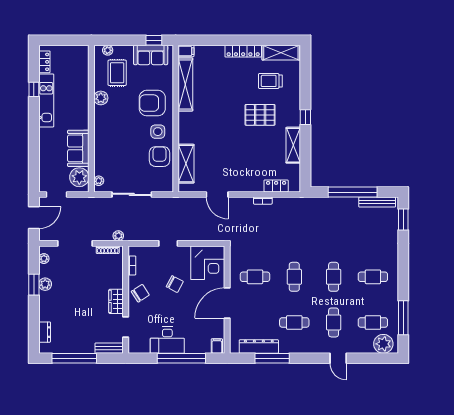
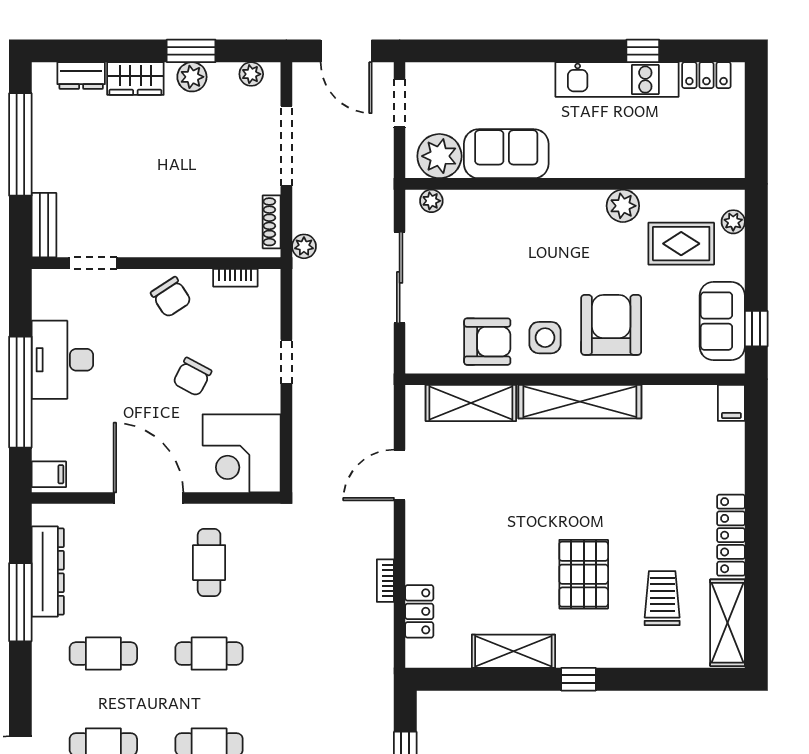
shelving: (185, 84) -> (580, 402), moved
wardrobe: (116, 301) -> (135, 79), moved, turned 180
cafe table: (294, 322) -> (103, 654), turned 90

